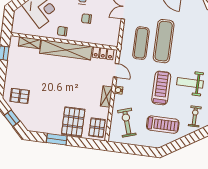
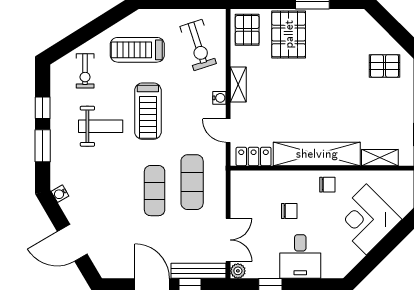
exercise mat: (164, 41) -> (155, 191), width x0.73, depth x0.69
window: (12, 118) -> (392, 27), removed

